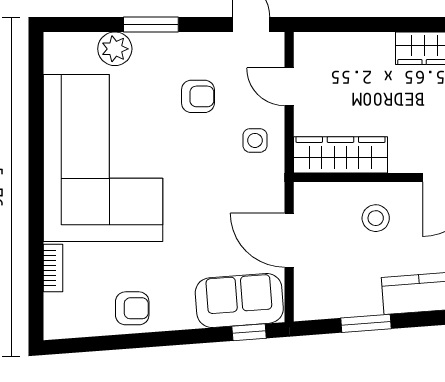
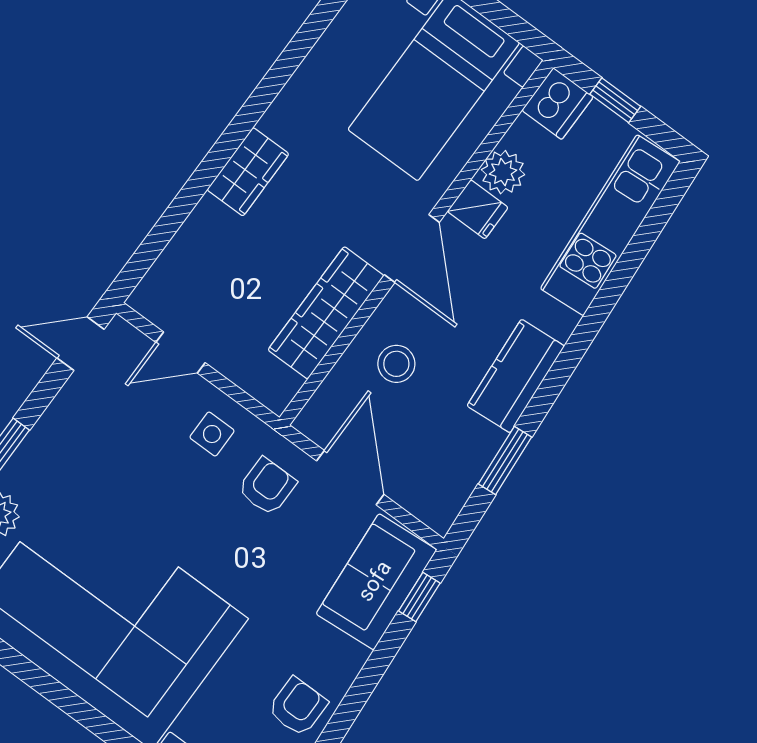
armchair: (198, 96) -> (267, 486), moved
wardrobe: (340, 155) -> (326, 313), moved
door: (289, 240) -> (350, 478), swing flipped

